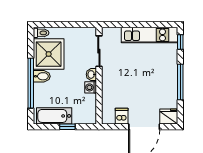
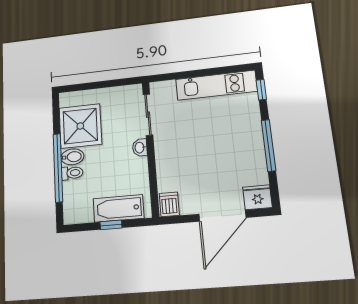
toilet: (41, 33) -> (72, 173), moved
washing machine: (91, 87) -> (140, 166), removed
bathtub: (54, 116) -> (118, 208), moved
dishwasher: (122, 116) -> (169, 204), moved

